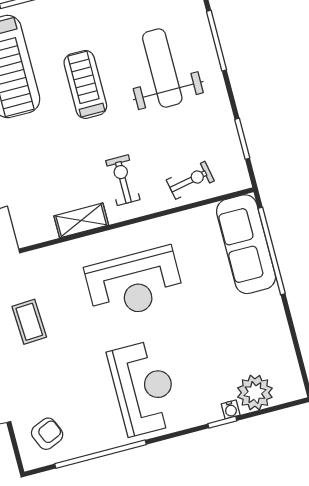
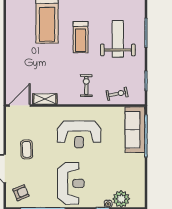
treadmill: (85, 84) -> (80, 37), turned 180
shelving: (81, 220) -> (45, 99), moved
coffee table: (29, 322) -> (27, 149), moved

